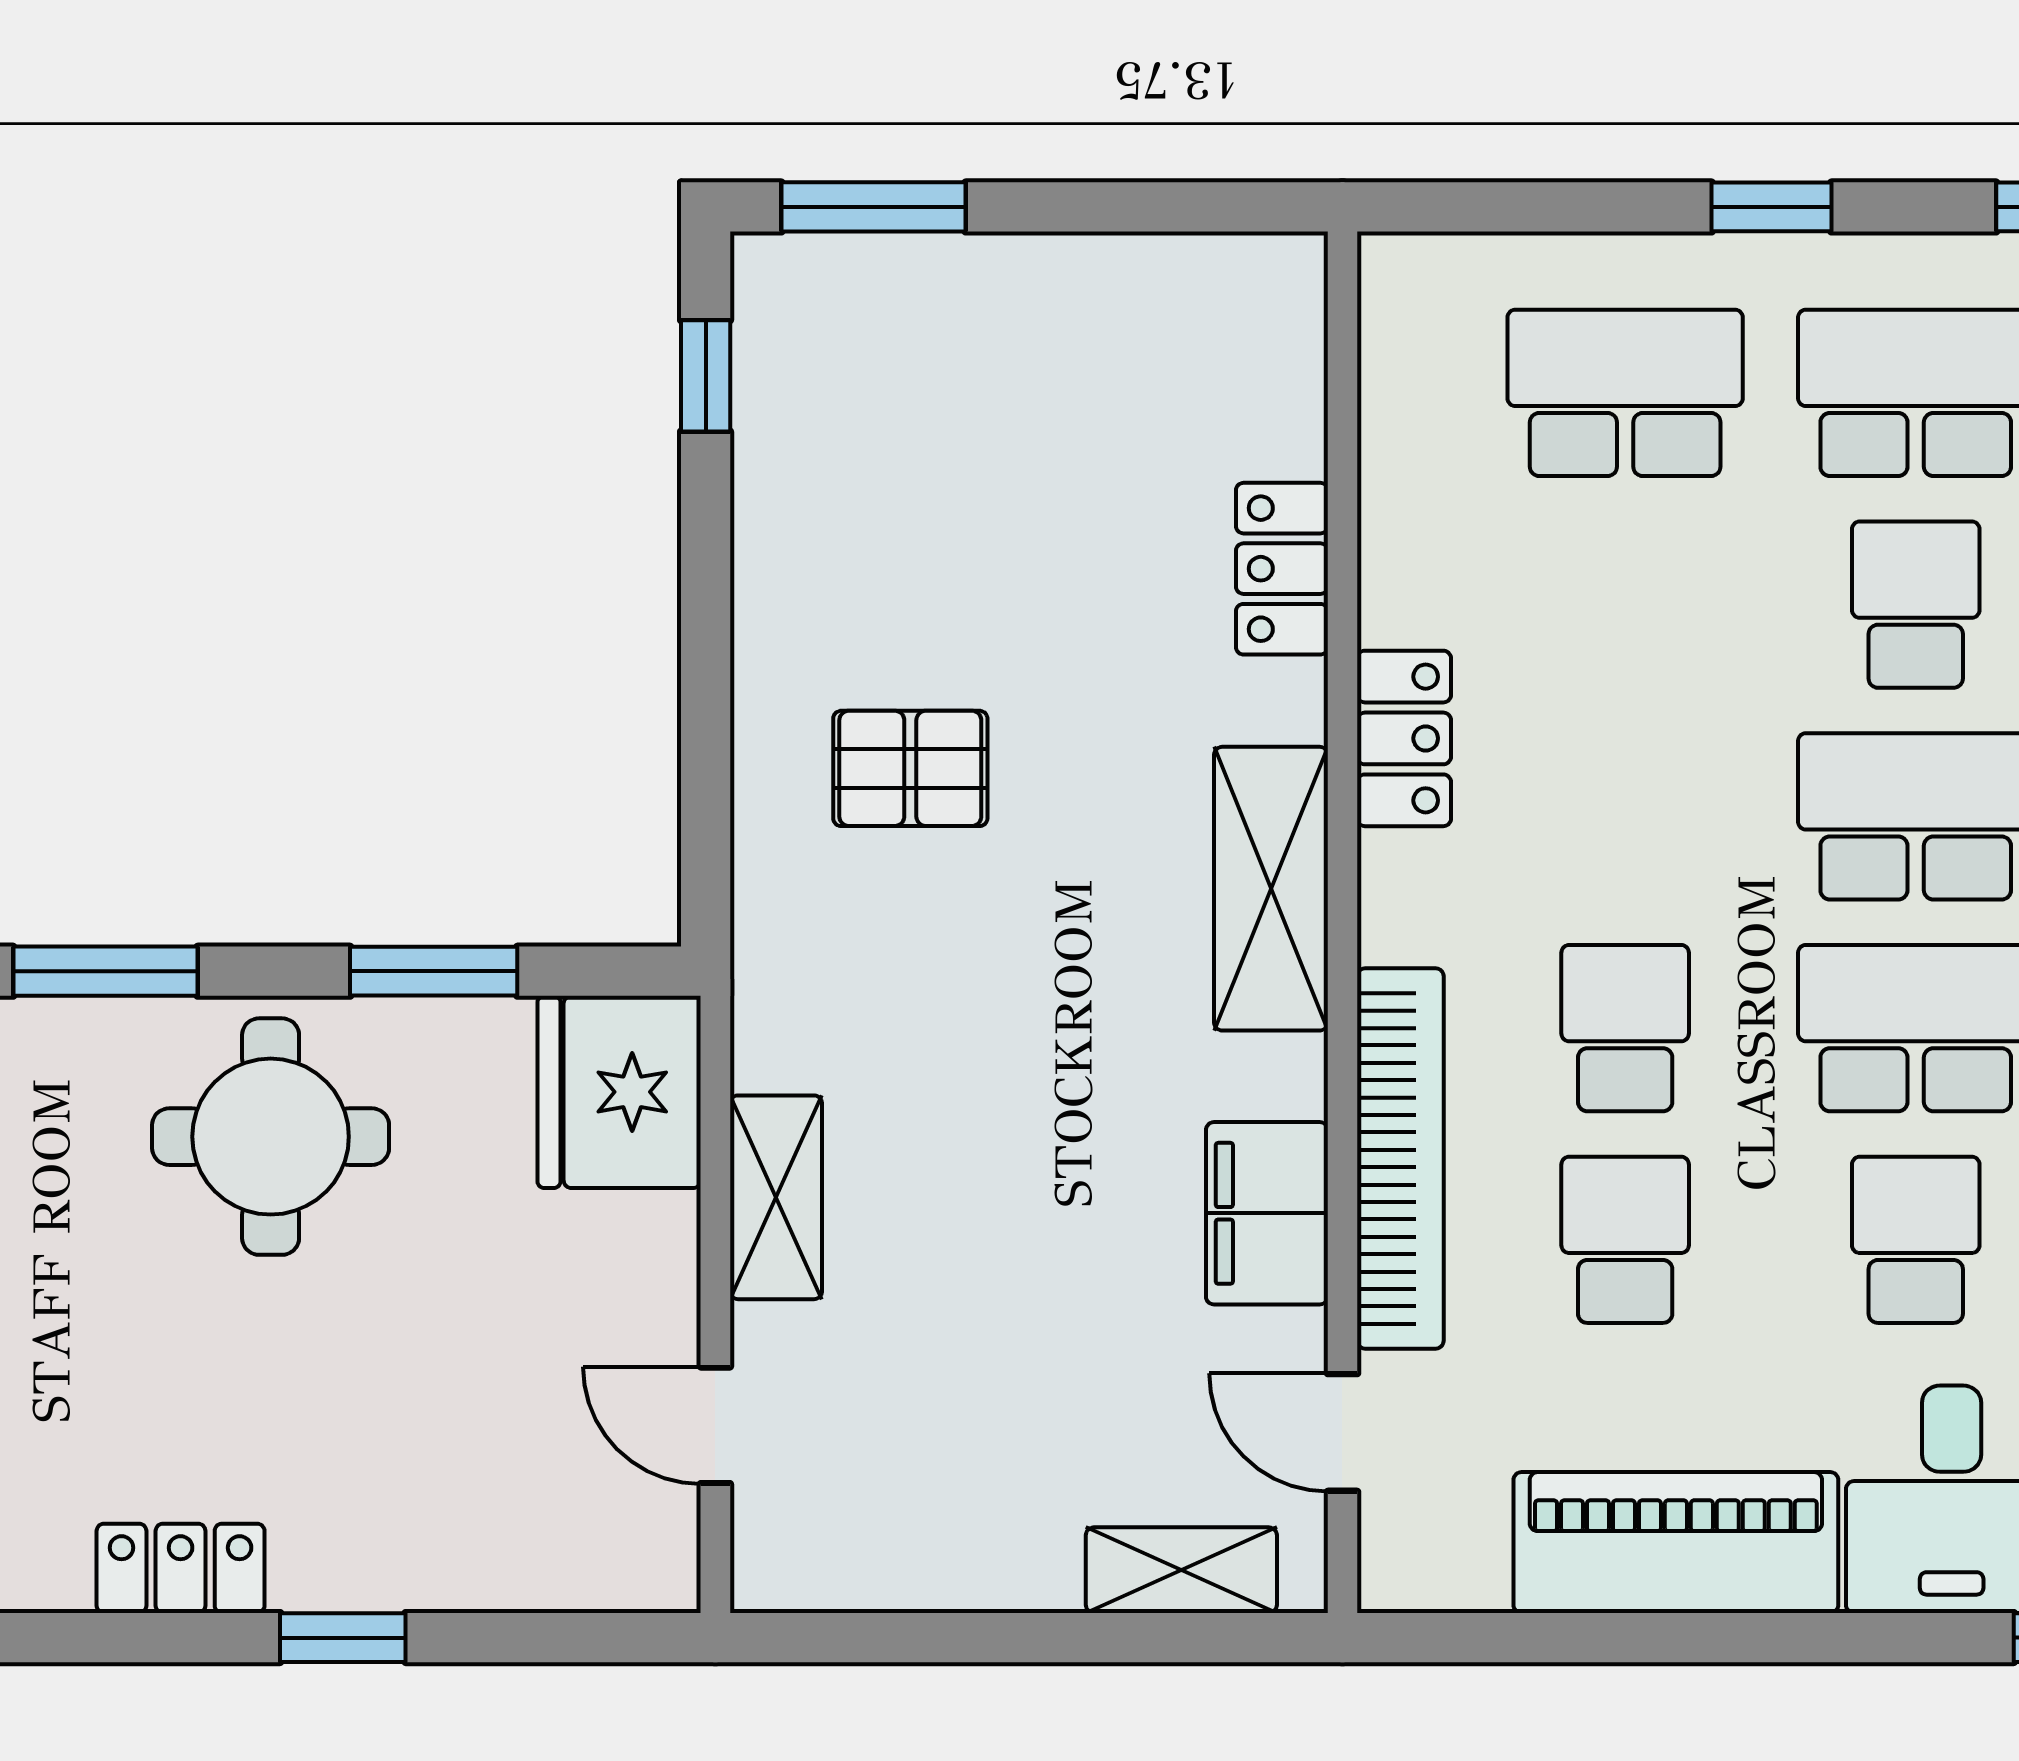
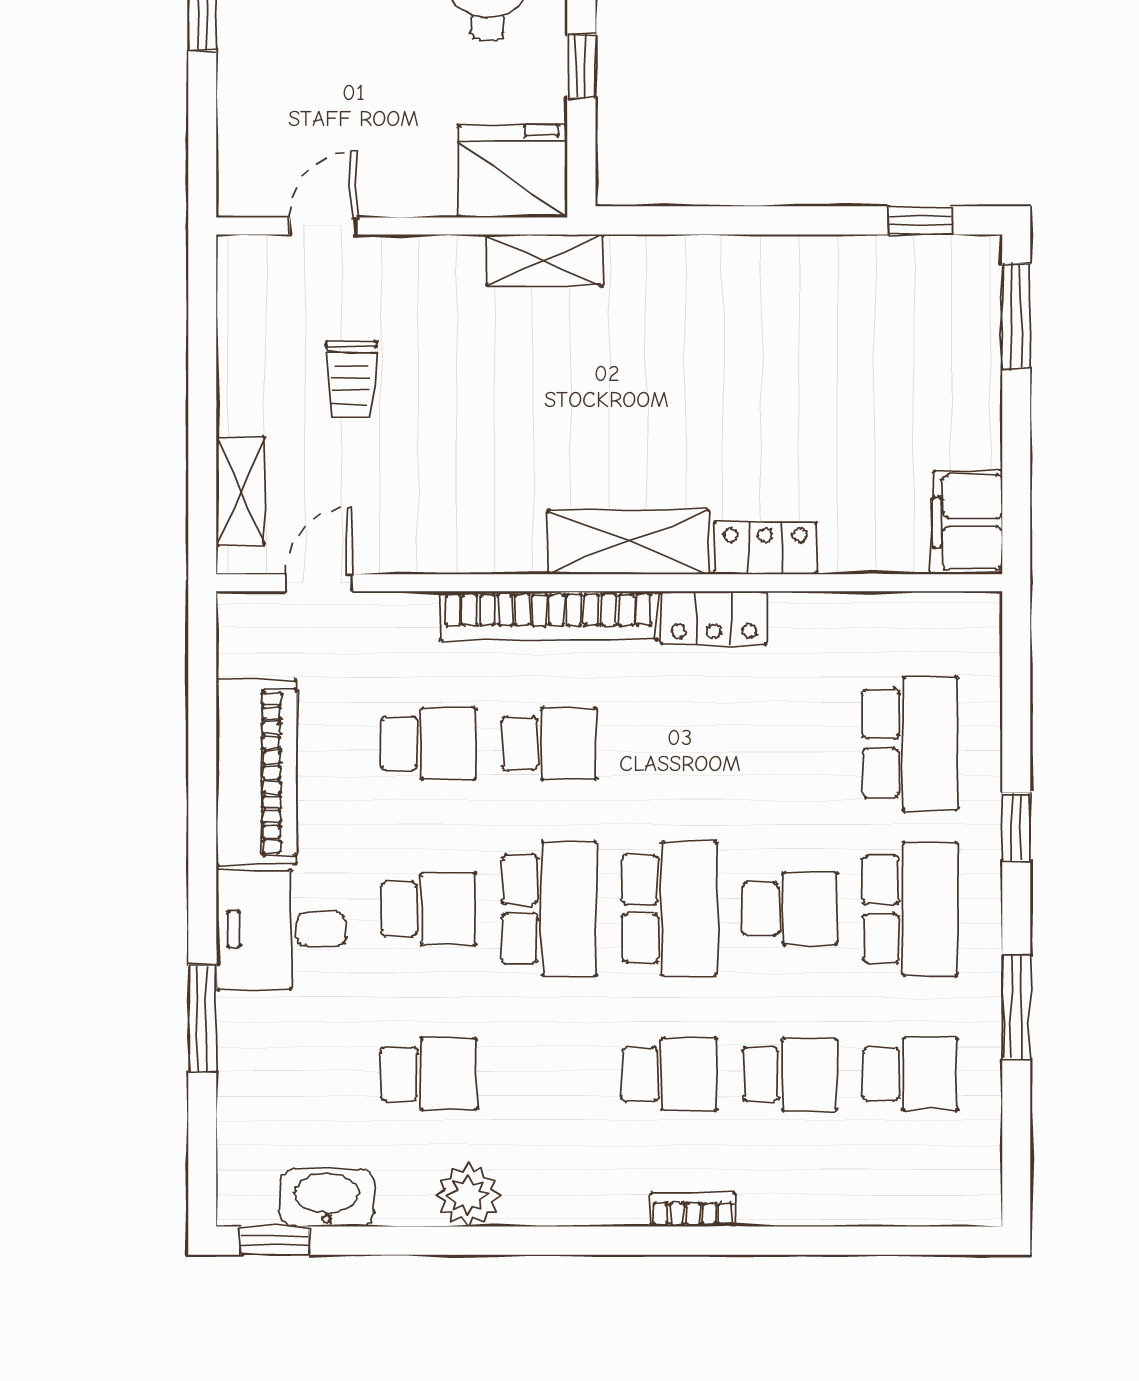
locker: (1282, 569) -> (765, 548), moved
pallet: (910, 768) -> (697, 337), removed
window: (434, 971) -> (581, 66), width x0.67
bookcase: (1400, 1158) -> (548, 616), moved
shelving: (776, 1197) -> (545, 260), moved
filing cabinet: (1267, 1213) -> (968, 522), moved, turned -90
trolley: (985, 1376) -> (351, 379), added

